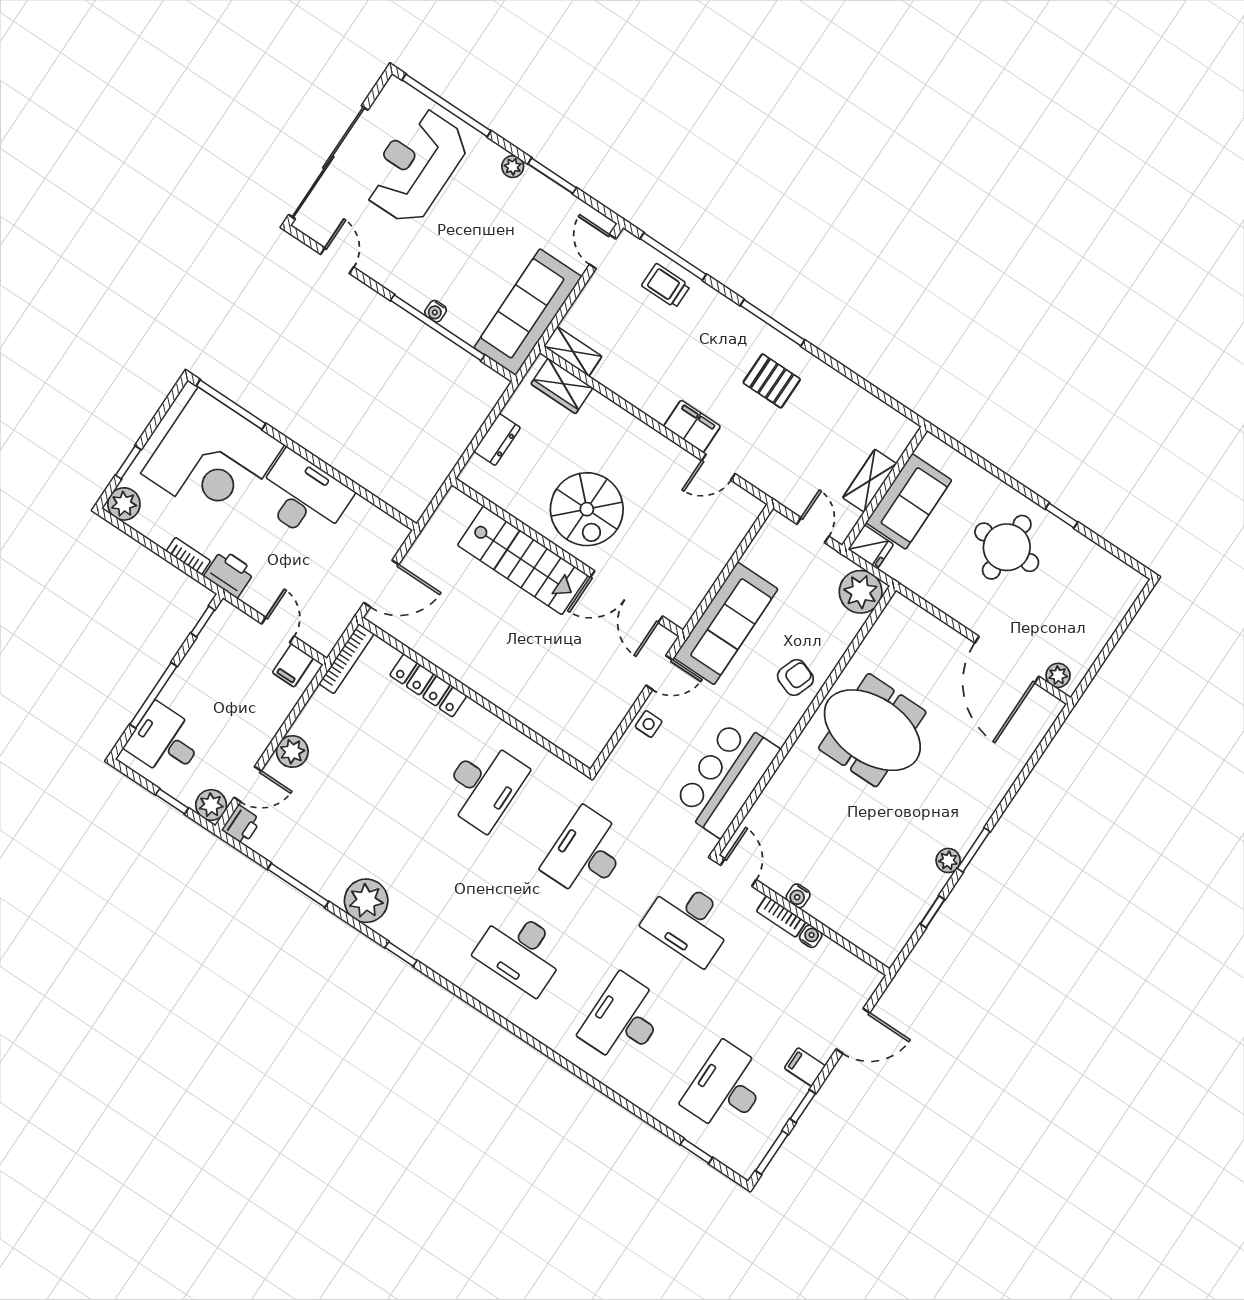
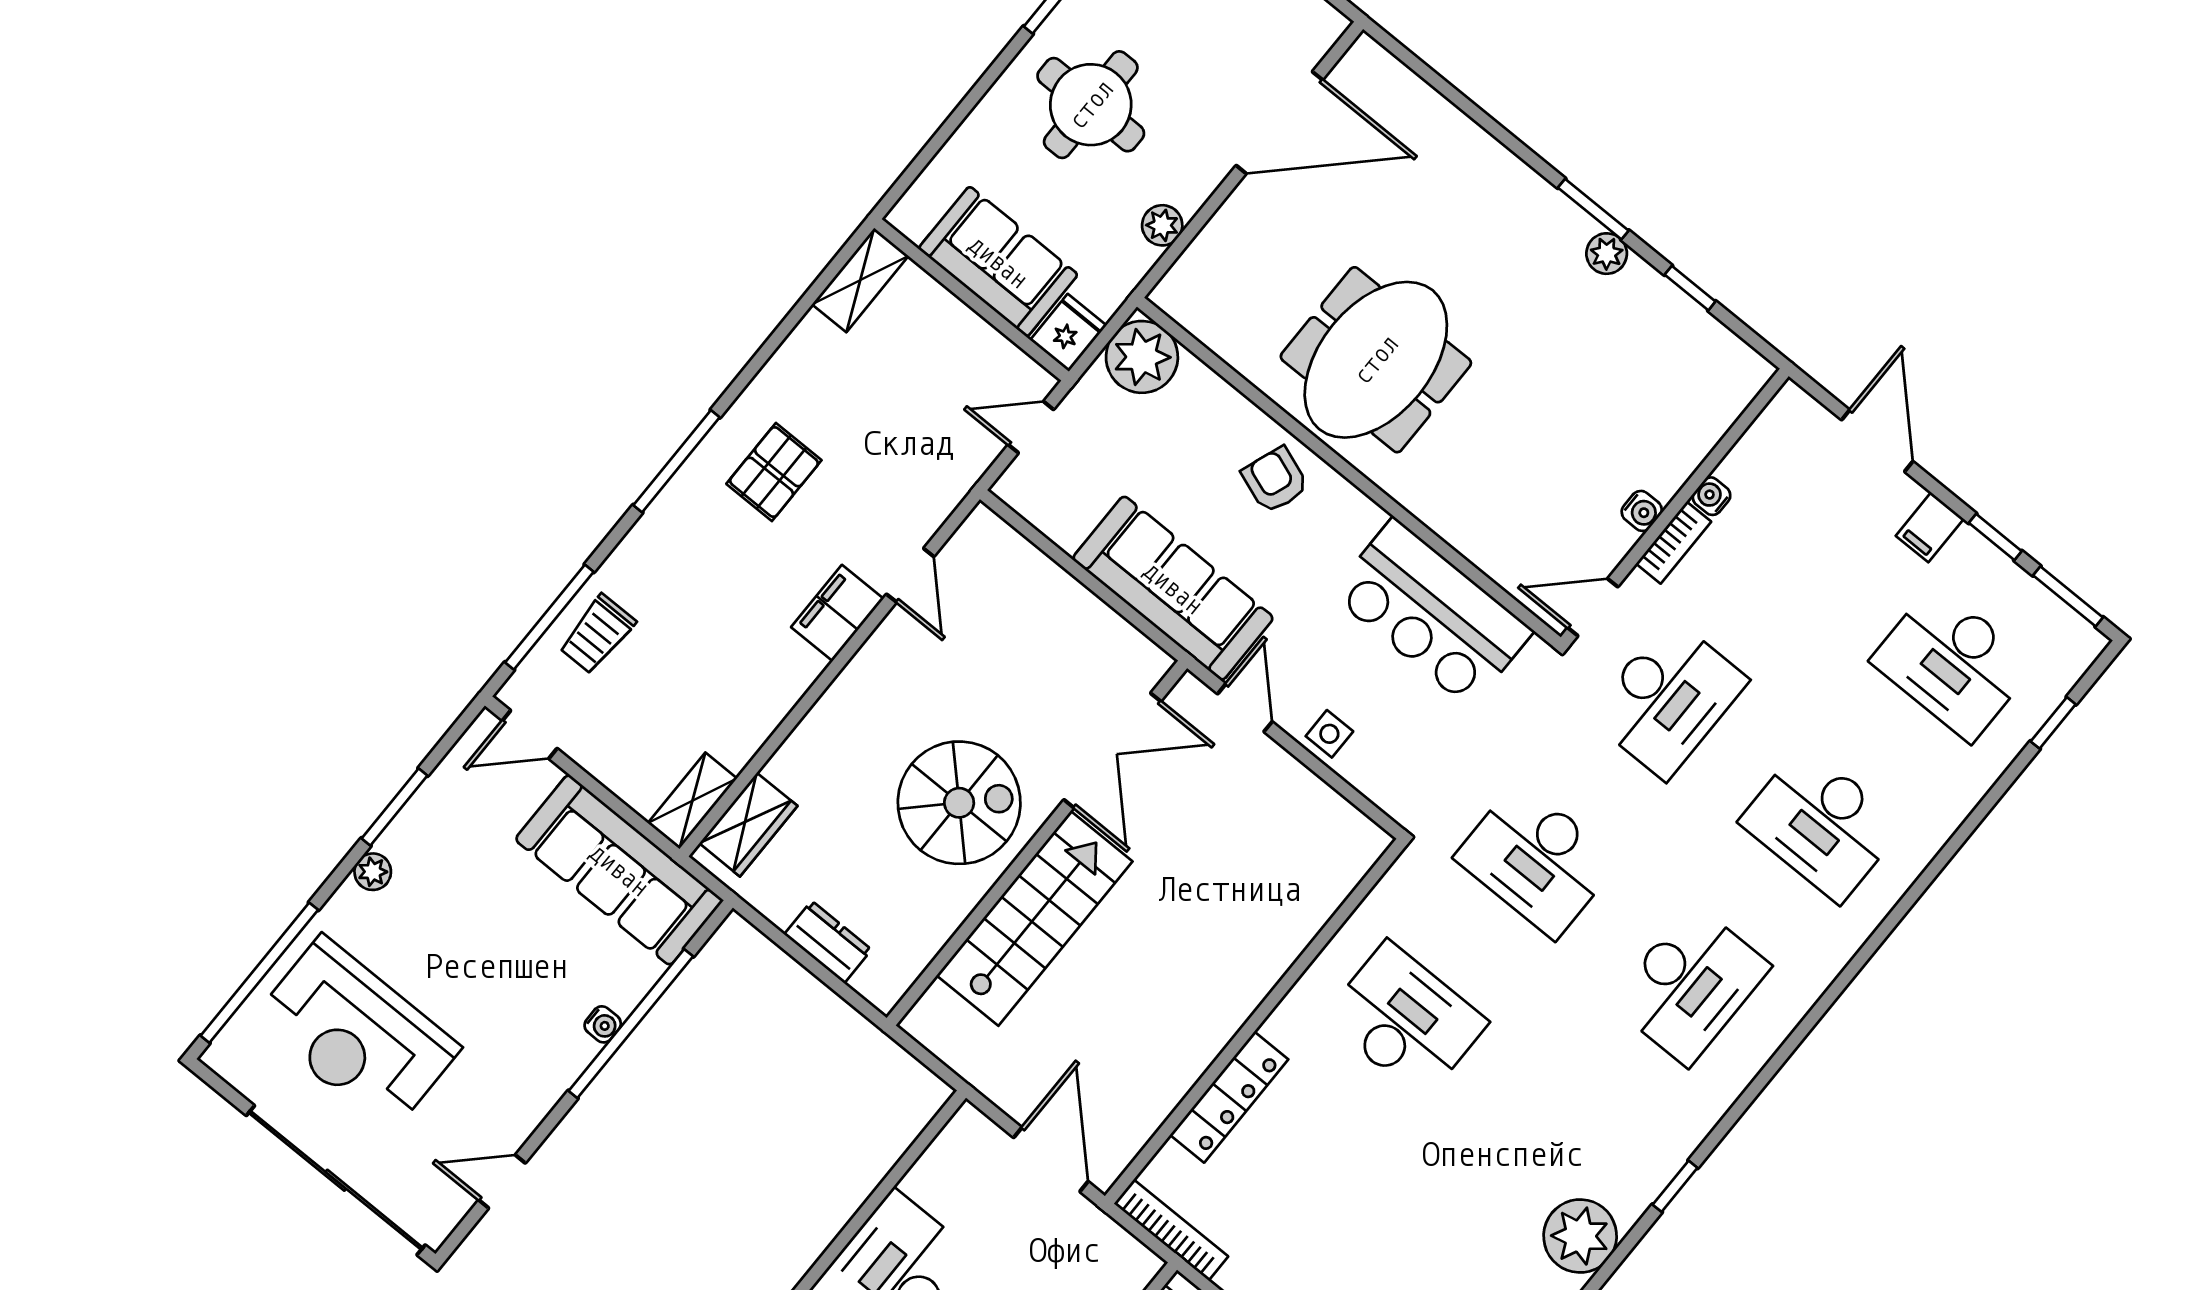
shelving: (870, 481) -> (860, 280), moved, turned 90
plant: (1058, 675) -> (1162, 225), moved

